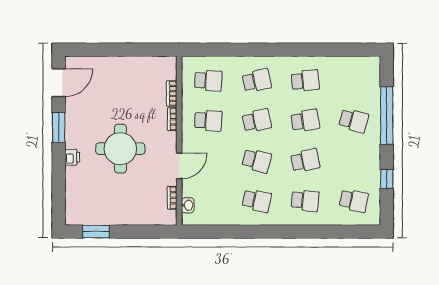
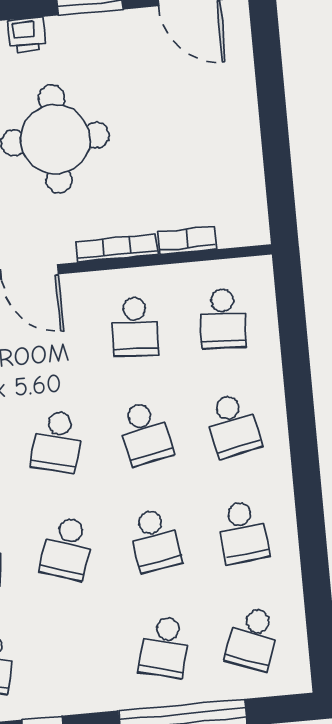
school desk: (354, 81) -> (253, 639), added
bookcase: (172, 119) -> (116, 248), width x1.56
school desk: (305, 161) -> (67, 548), turned 30

